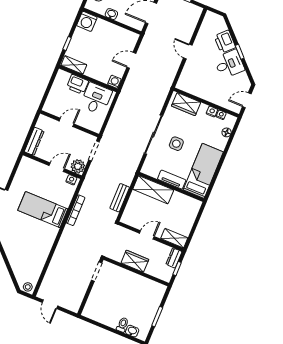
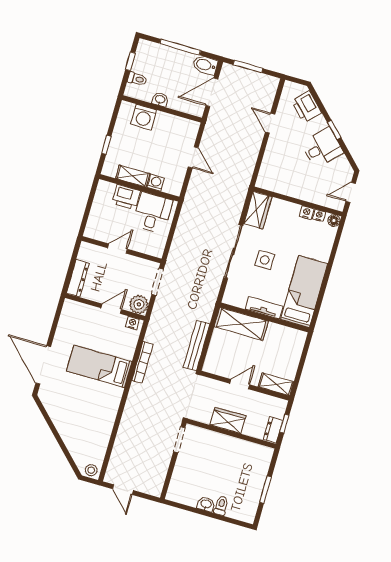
washing machine: (87, 21) -> (144, 117), moved
printer: (225, 42) -> (306, 107), moved
door: (188, 52) -> (270, 123), moved
door: (131, 60) -> (193, 157), swing flipped
shelving: (74, 65) -> (133, 176), moved
washing machine: (114, 82) -> (156, 183), moved
wardrobe: (186, 104) -> (258, 210), moved, turned -90
floor lamp: (227, 132) -> (334, 220), moved
bench: (120, 198) -> (197, 346), width x1.36
dresser: (174, 258) -> (273, 430), moved
washbasin: (132, 331) -> (206, 504), moved

